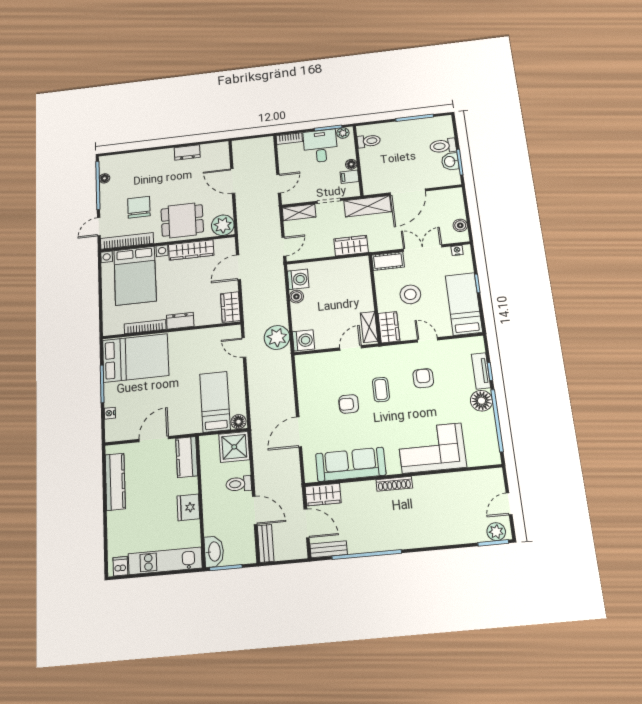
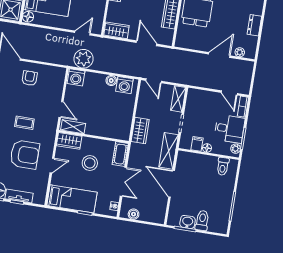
door: (279, 184) -> (229, 93), moved
plant: (223, 225) -> (240, 52), moved, width x0.53, depth x0.53
armchair: (423, 378) -> (25, 155), width x1.88, depth x1.88
armchair: (349, 404) -> (30, 78), moved

